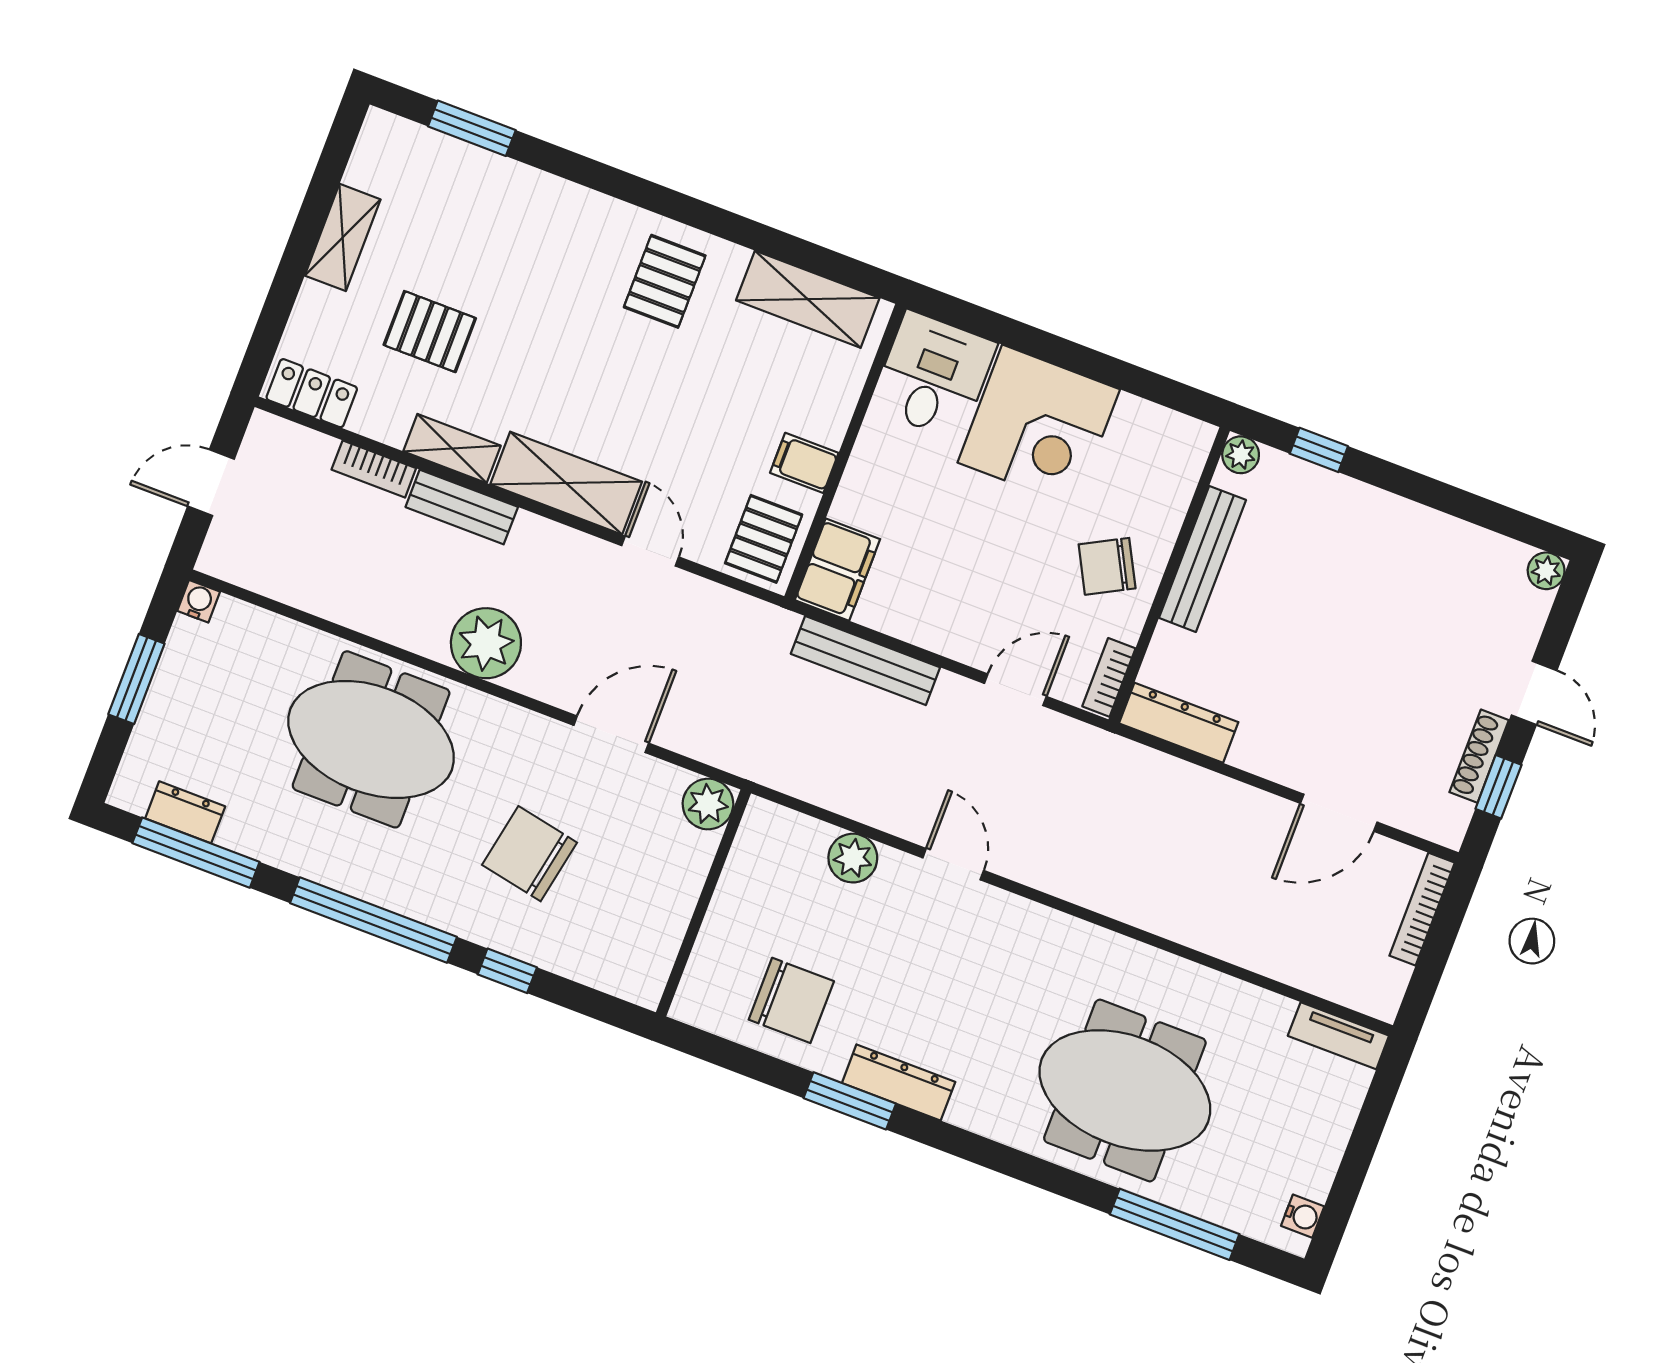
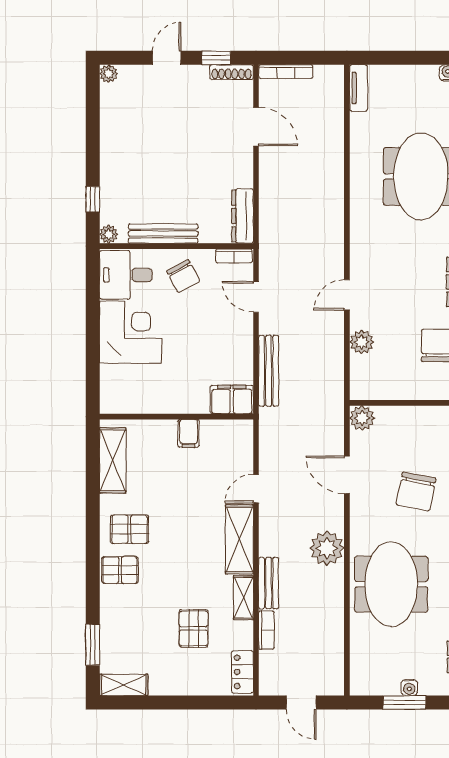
shelving: (343, 237) -> (124, 685), moved
desk: (933, 375) -> (126, 275), moved
pallet: (764, 539) -> (120, 570), moved
water cooler: (199, 601) -> (409, 688), moved, turned -90
shoe rack: (1479, 756) -> (231, 72), moved

